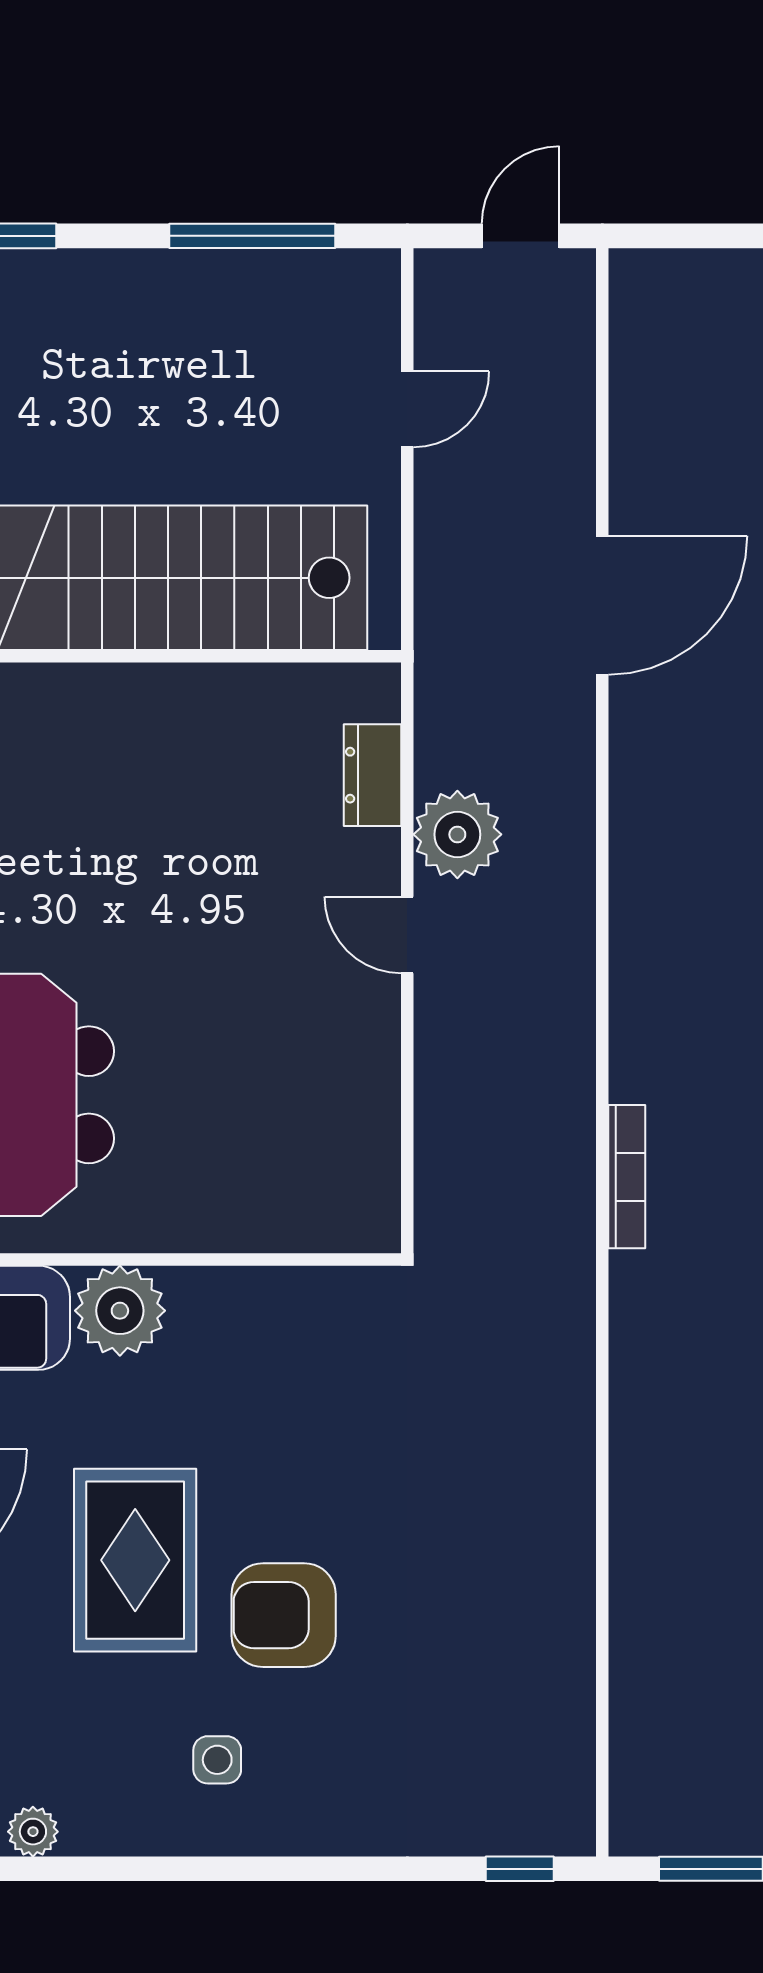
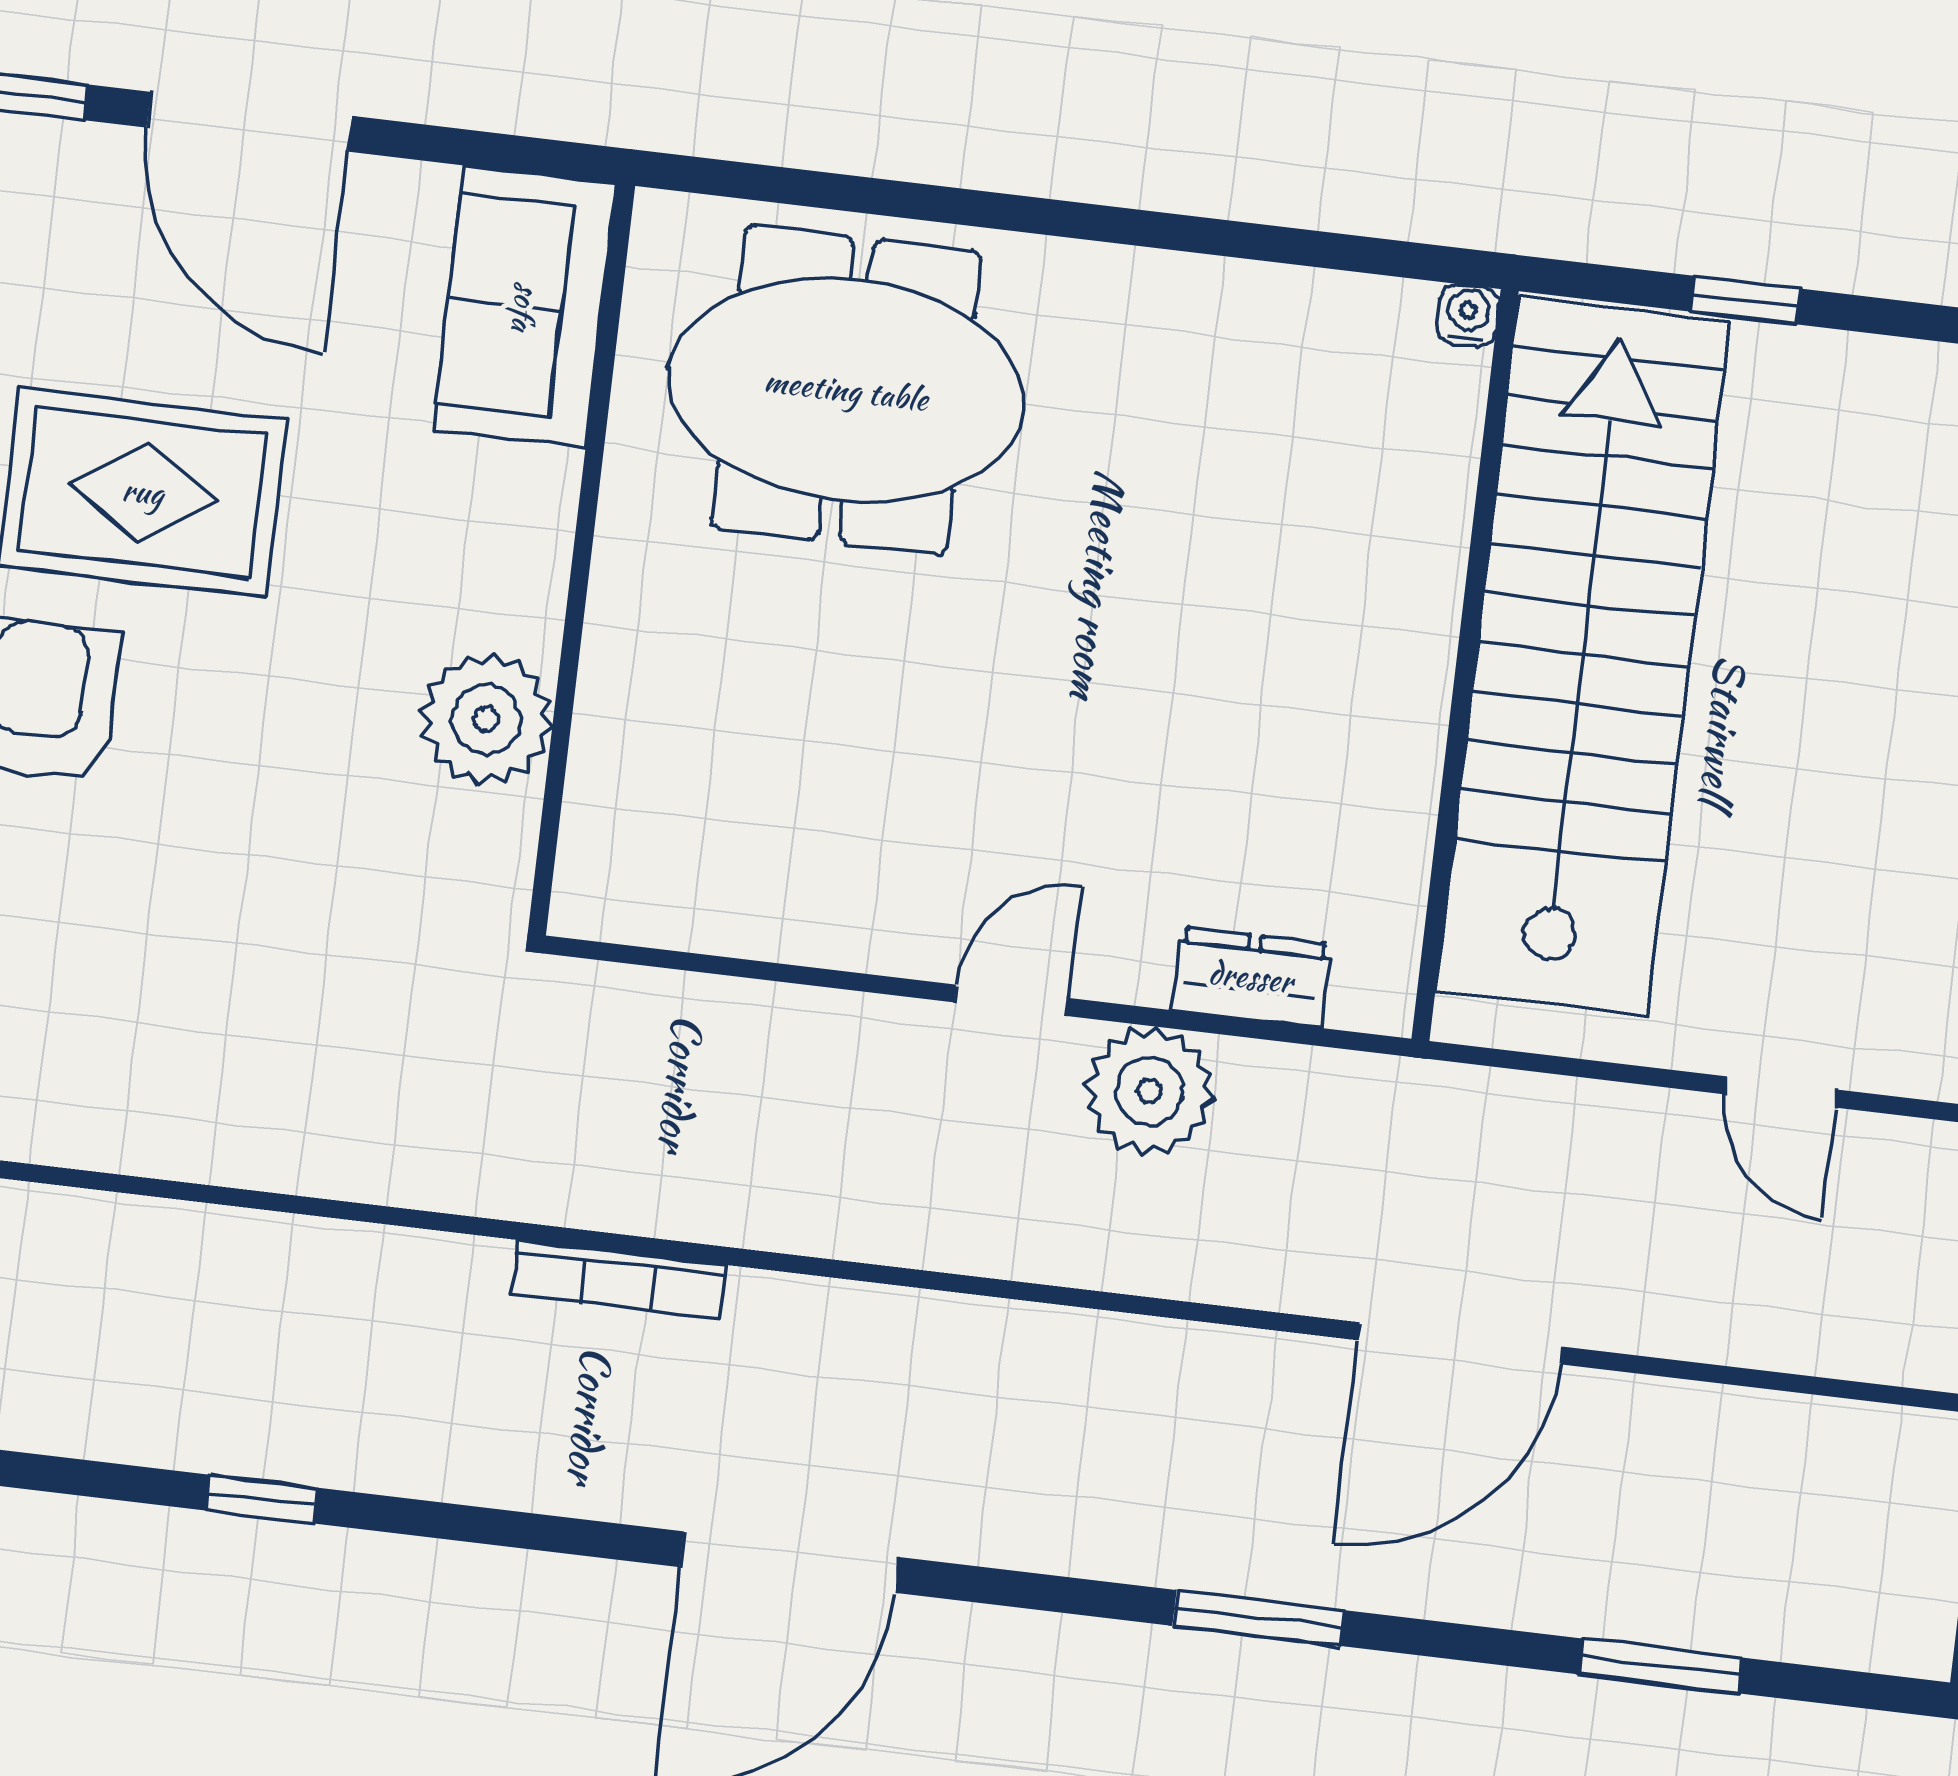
door: (602, 605) -> (1460, 1343), hinge flipped
plant: (120, 1311) -> (486, 719), moved

